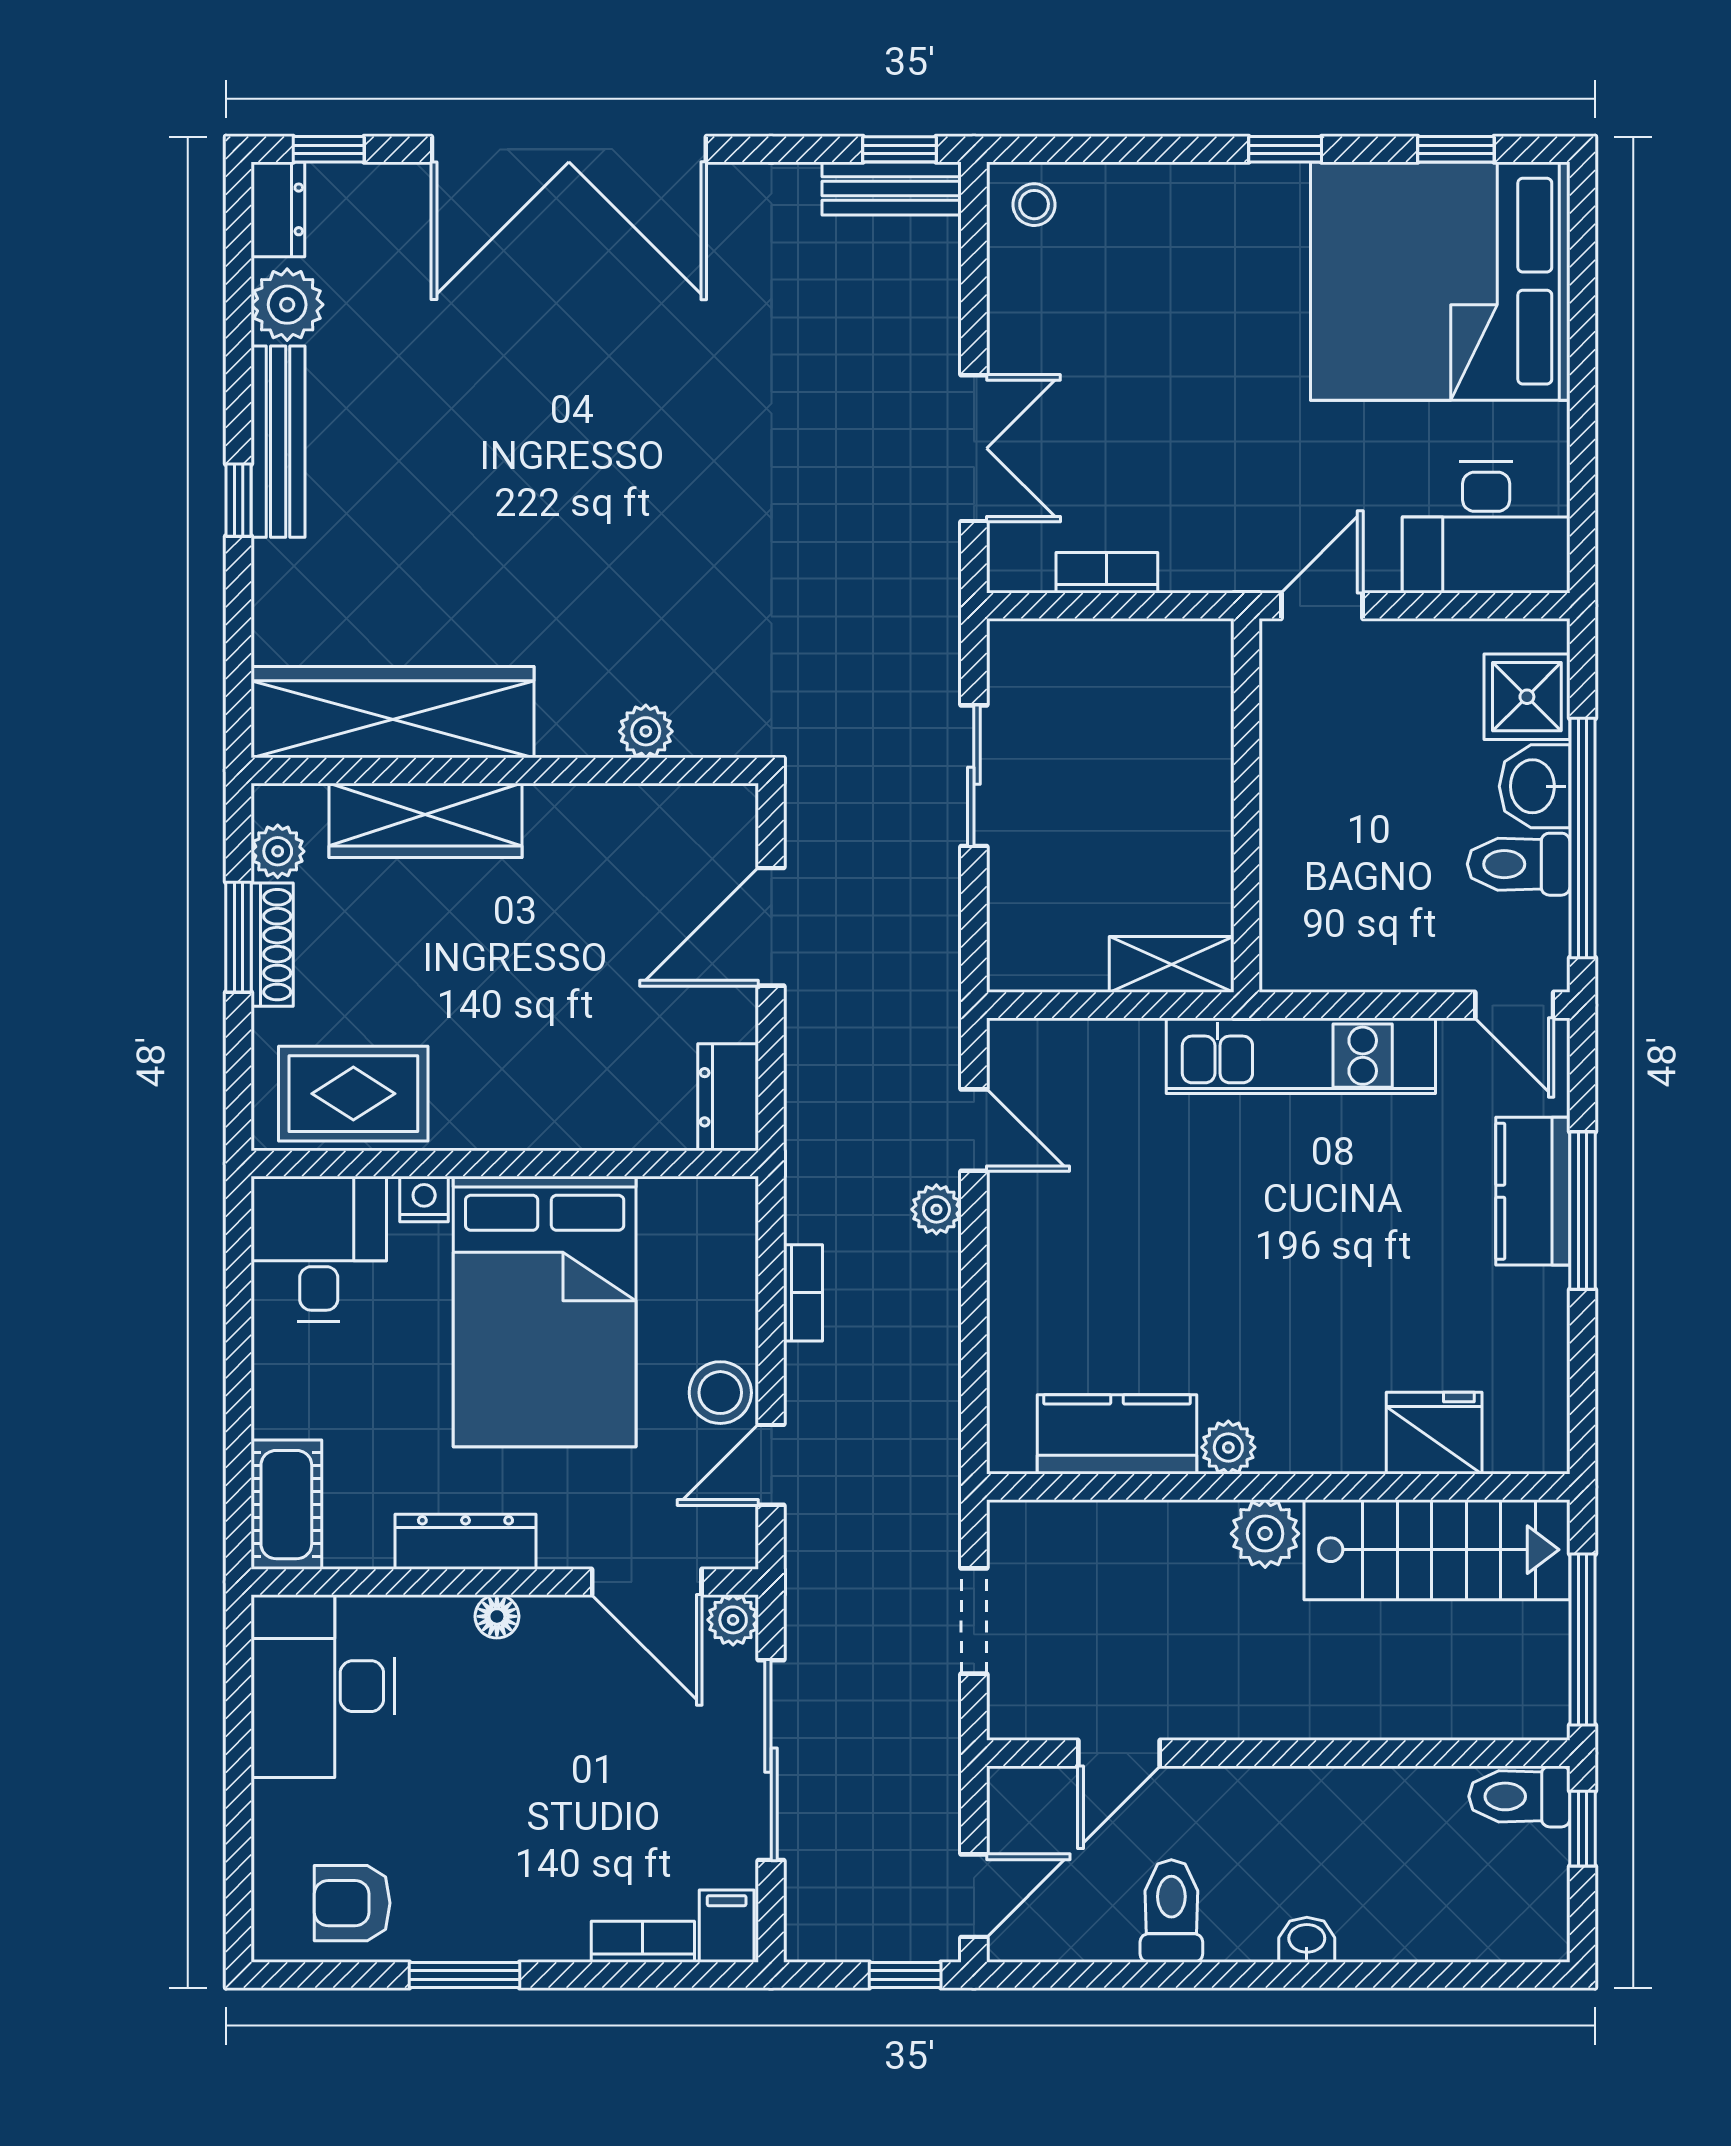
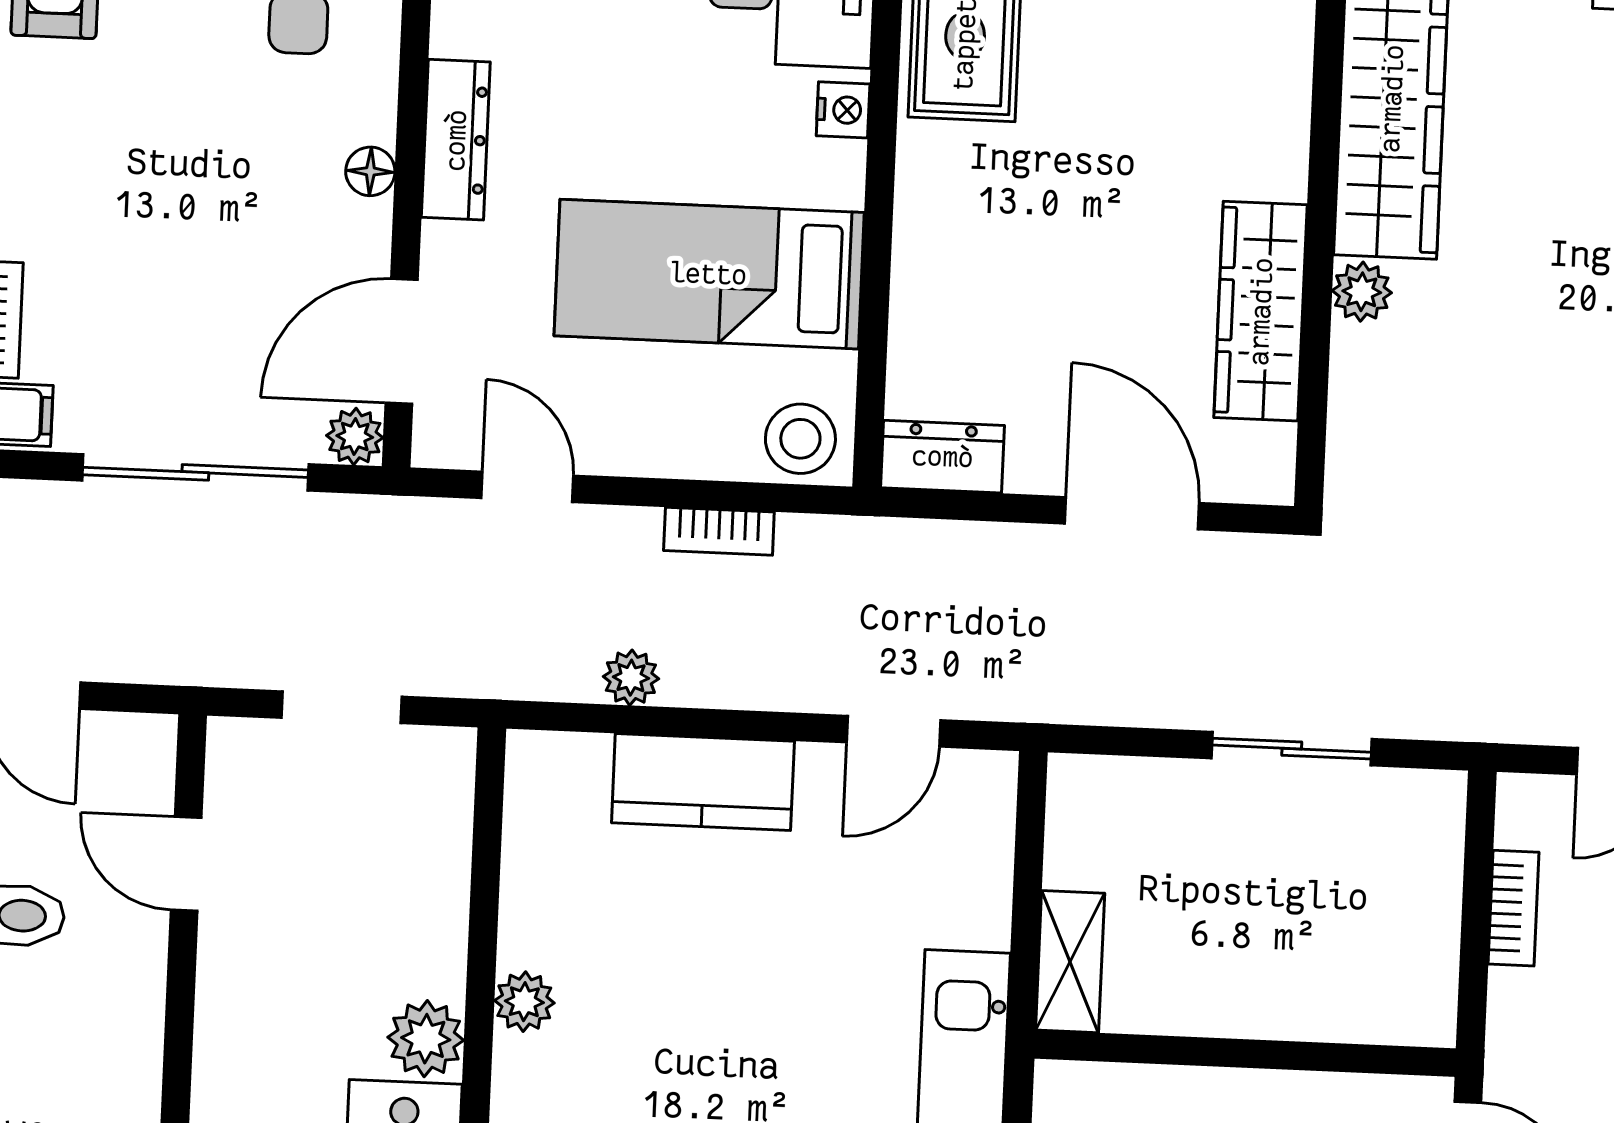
plant: (646, 731) -> (1362, 292), moved
wardrobe: (425, 820) -> (1261, 311), moved
plant: (936, 1209) -> (631, 678), moved
bed: (545, 1312) -> (709, 274), width x0.67
stool: (720, 1393) -> (800, 439), moved
kitchen counter: (1117, 1434) -> (703, 782), moved, turned 90

